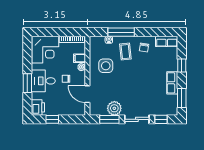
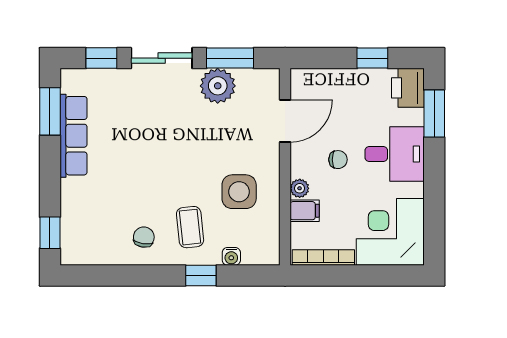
window: (121, 32) -> (201, 275), width x0.46
row of seats: (167, 41) -> (87, 252), removed
window: (182, 66) -> (50, 233), moved
window: (27, 83) -> (434, 113), moved
row of seats: (172, 83) -> (73, 136), width x1.48
door: (87, 94) -> (285, 121), hinge flipped

